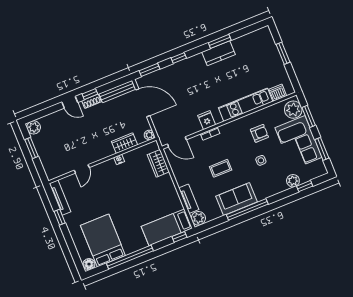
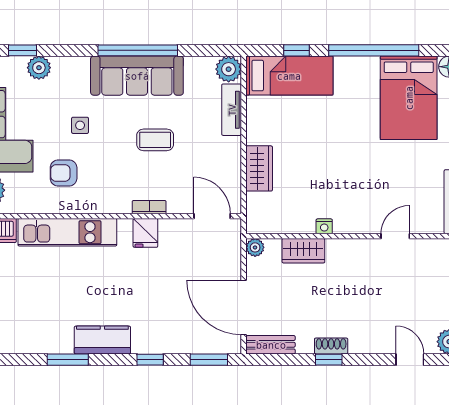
kitchen counter: (219, 53) -> (102, 340), moved
bench: (117, 92) -> (271, 345), width x0.73
door: (70, 102) -> (410, 360), moved
wardrobe: (158, 163) -> (259, 168), moved
sofa: (237, 199) -> (137, 76), width x1.36
window: (179, 237) -> (297, 50), moved

